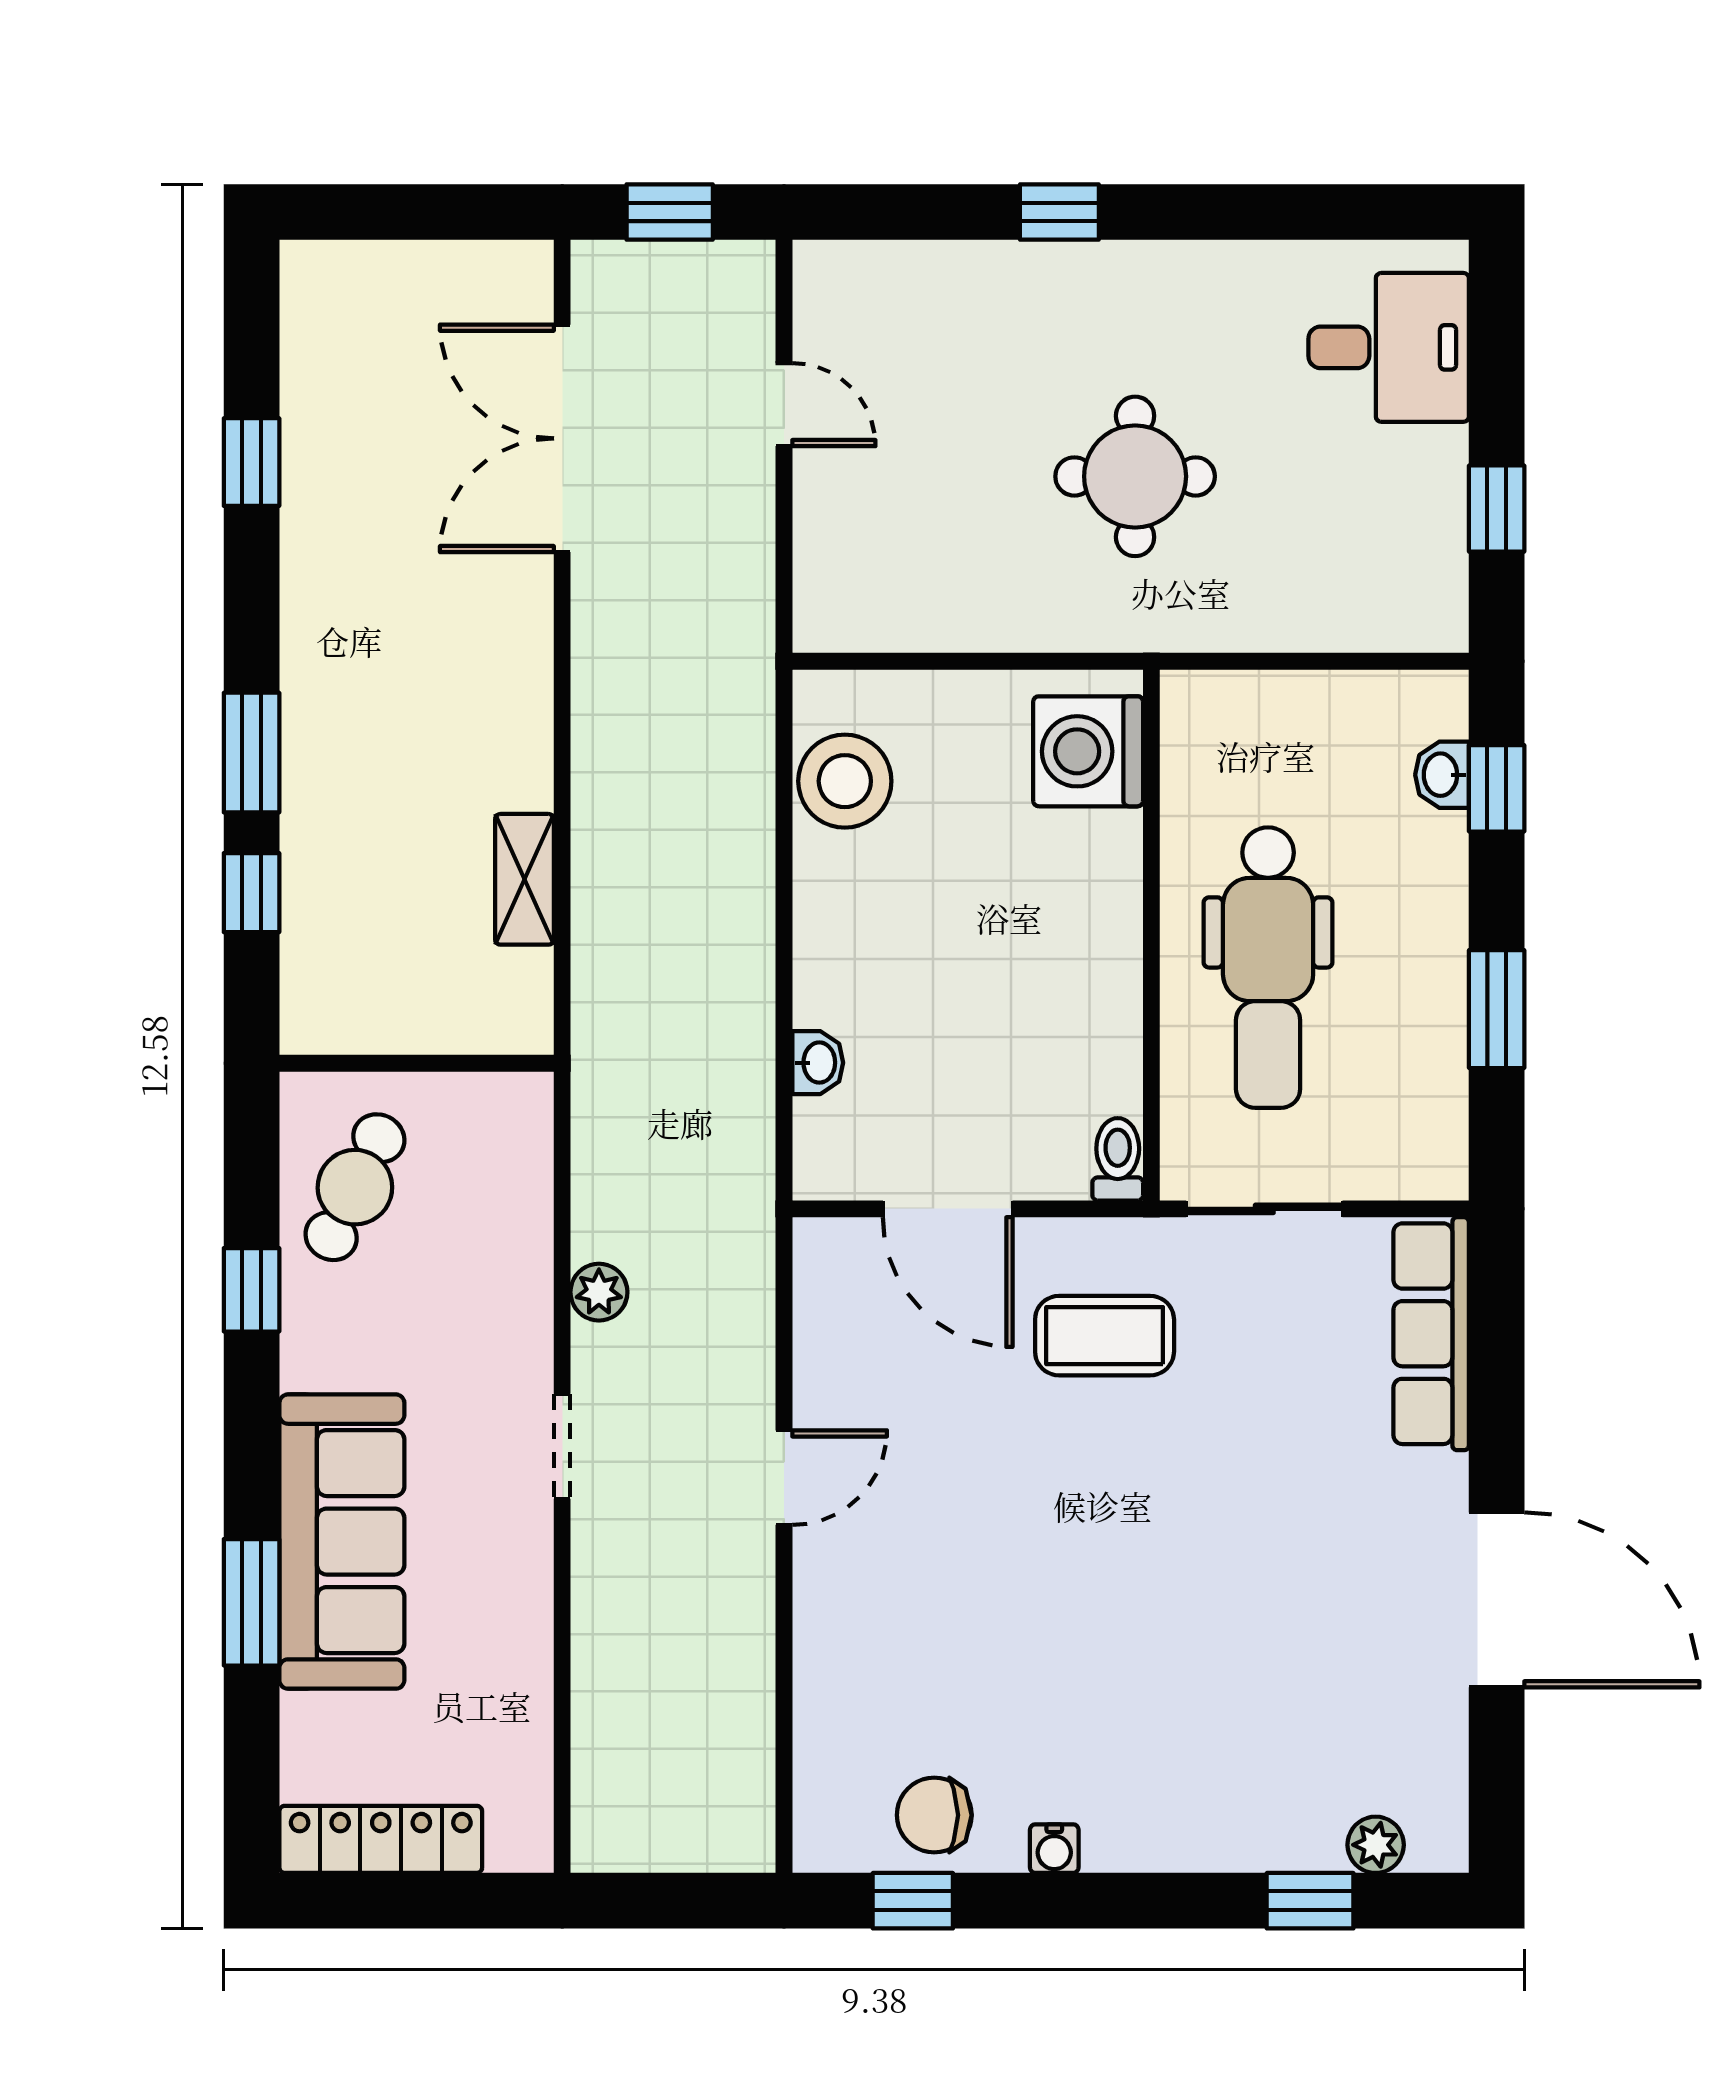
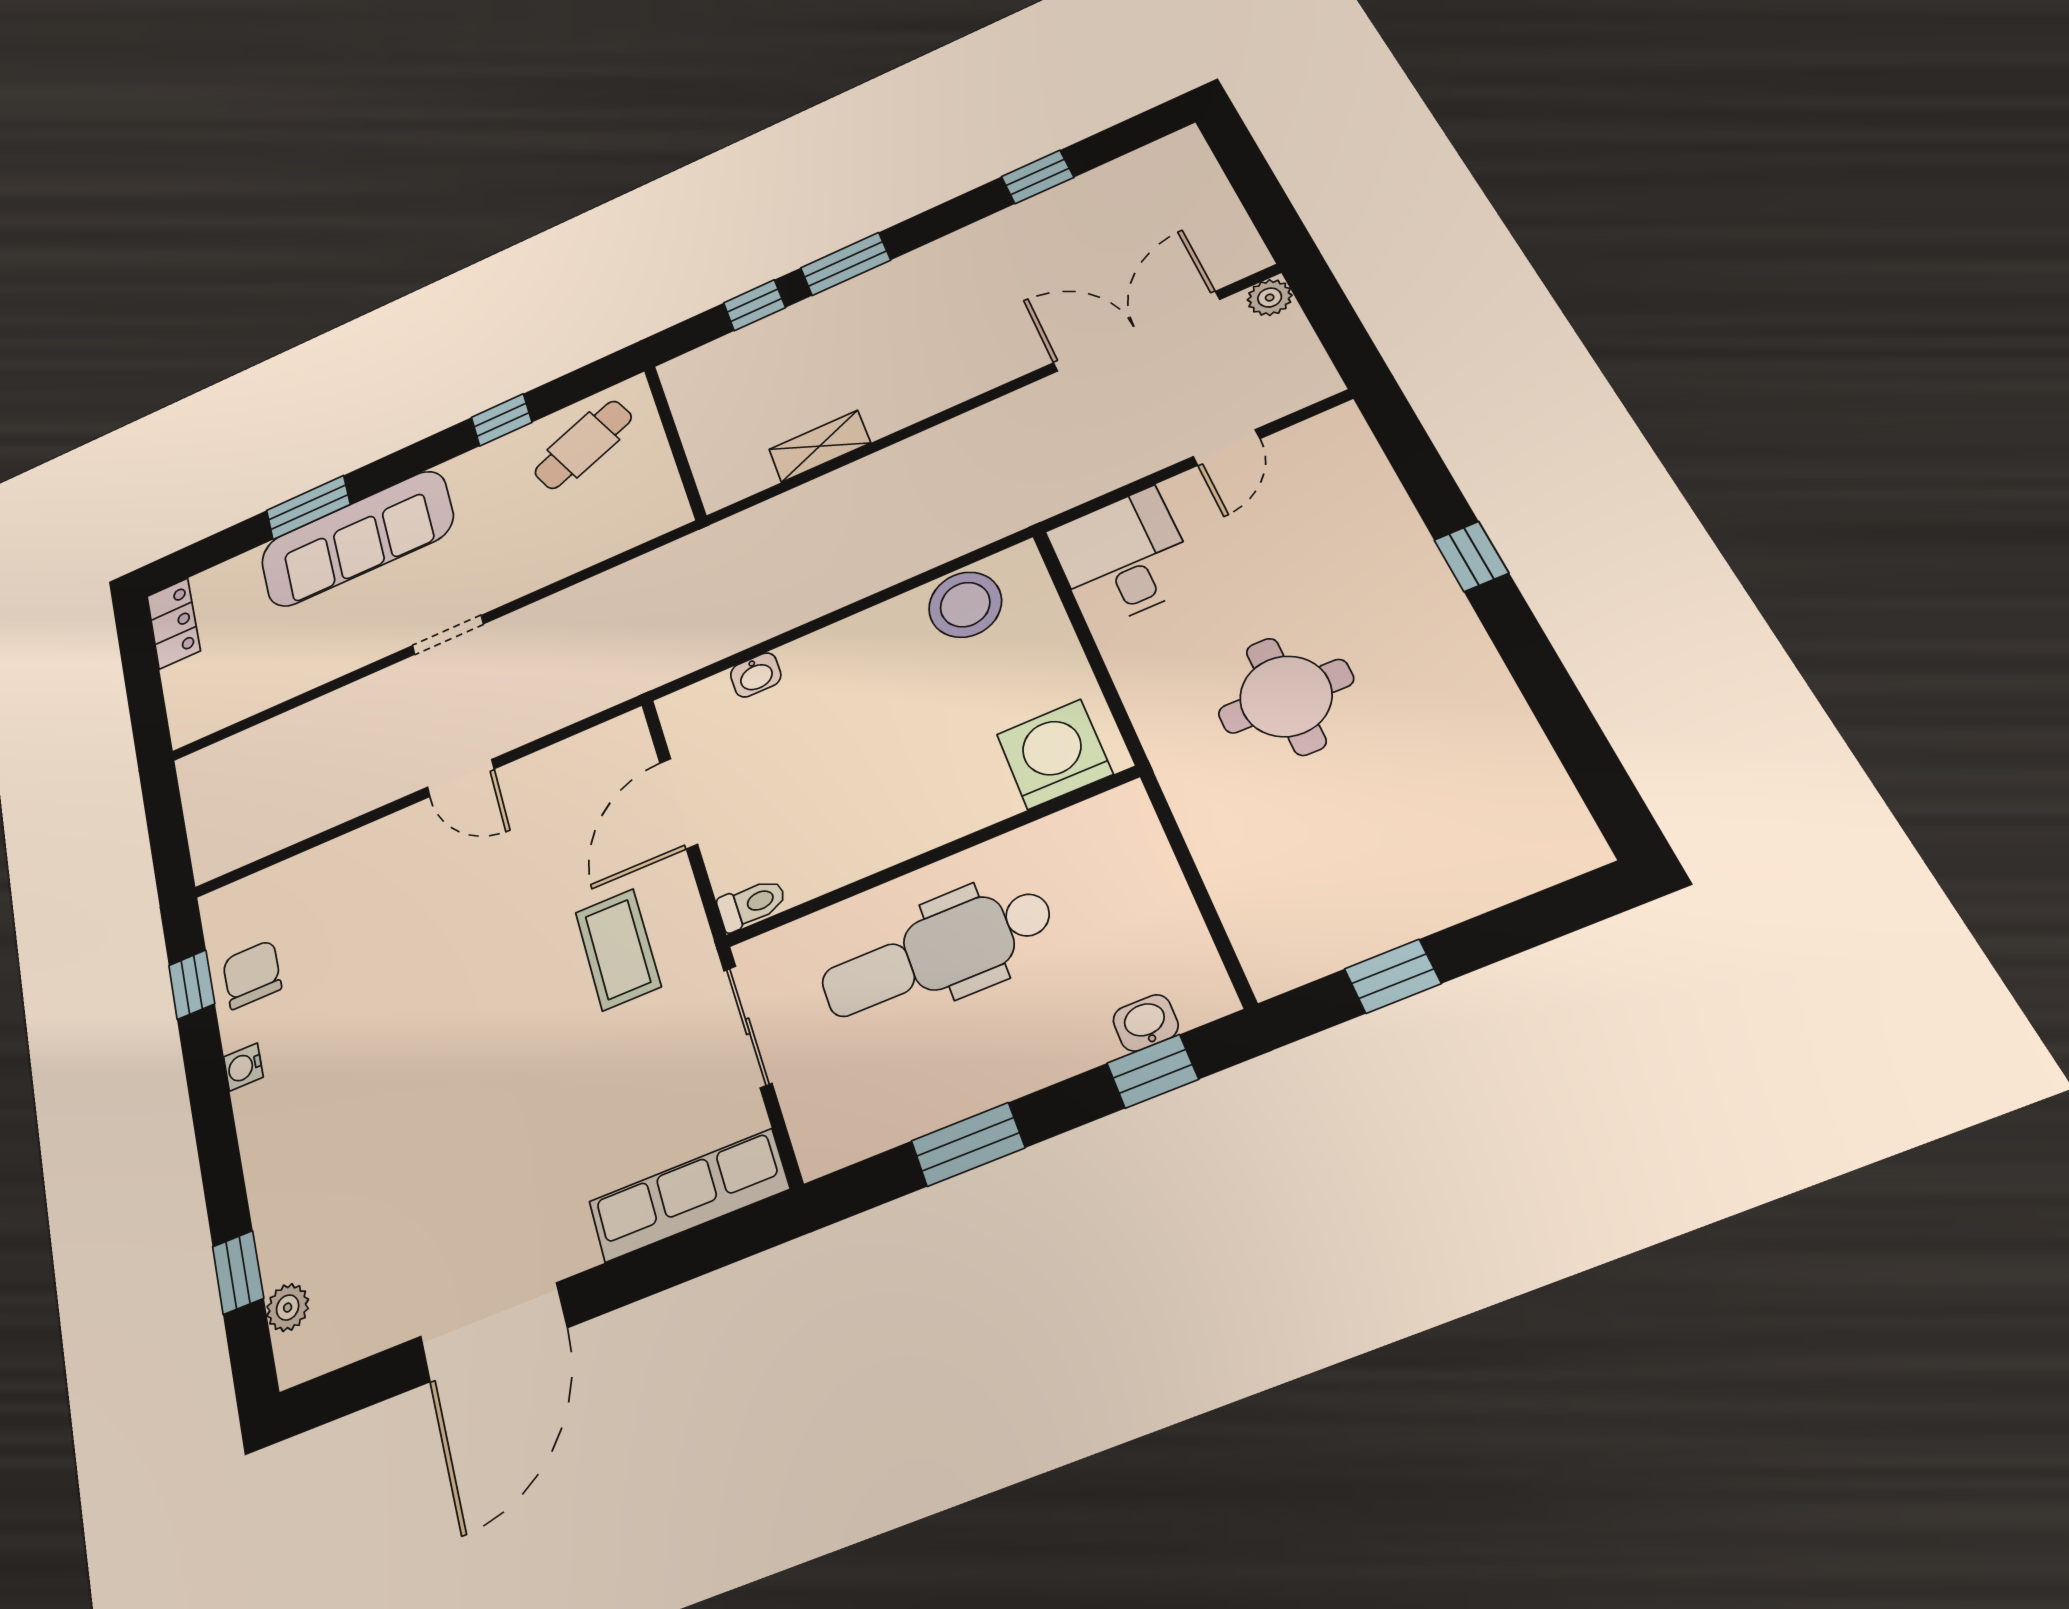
window: (670, 212) -> (1334, 319), removed
desk: (1389, 347) -> (1123, 558), moved, turned 180
cafe table: (355, 1187) -> (583, 445), turned -49
plant: (599, 1292) -> (1270, 298), moved
locker: (381, 1839) -> (174, 623), width x0.66

